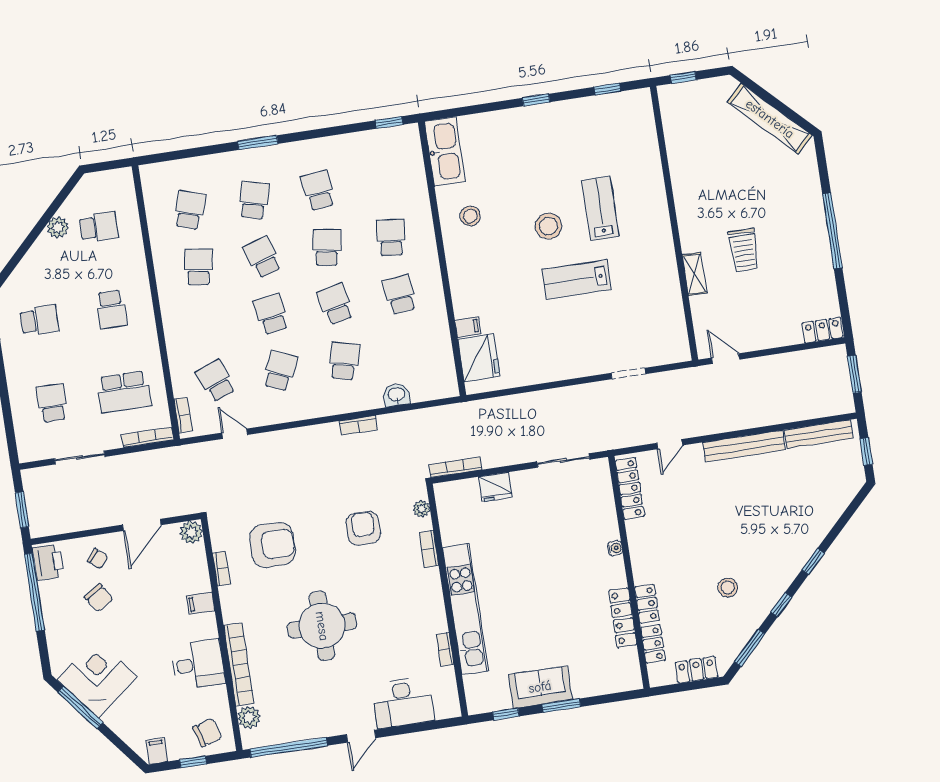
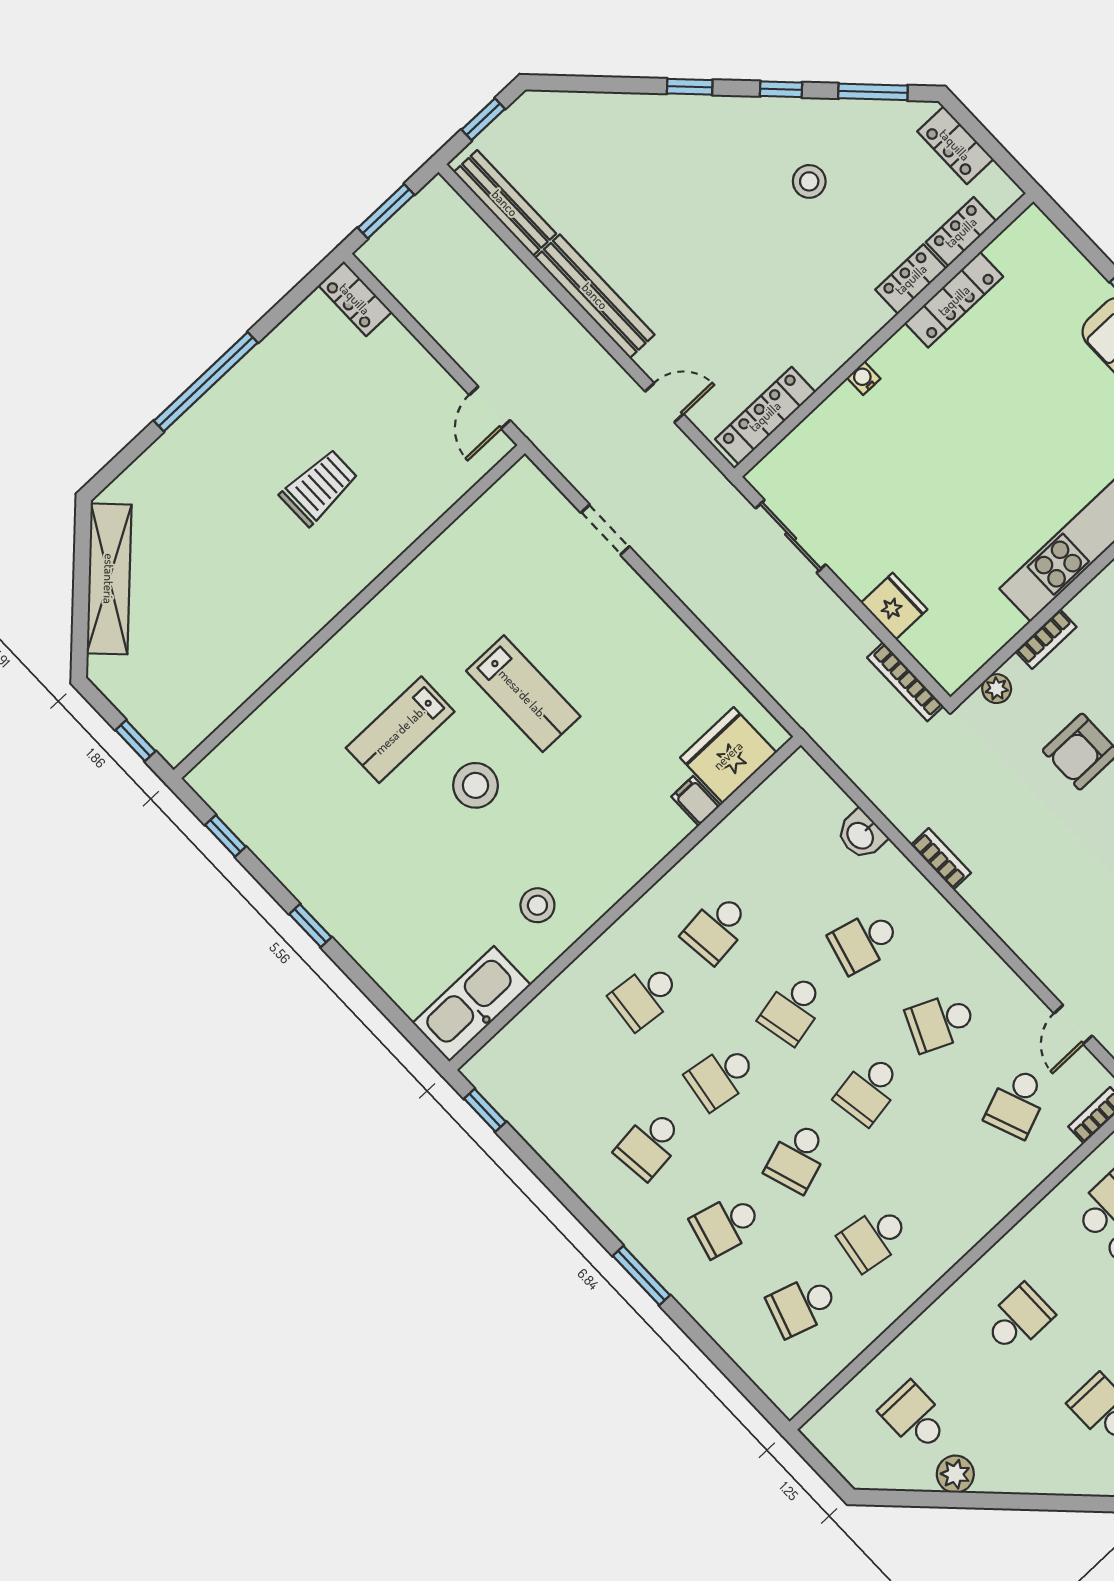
shelving: (694, 274) -> (401, 534), removed

